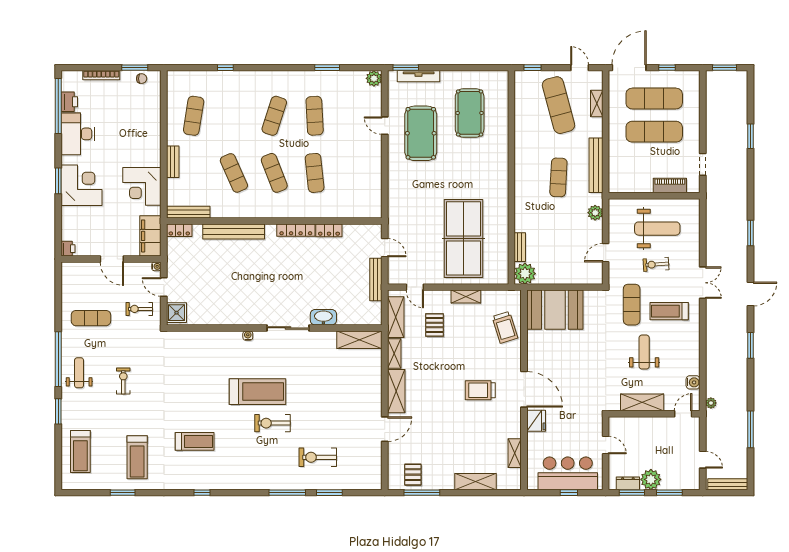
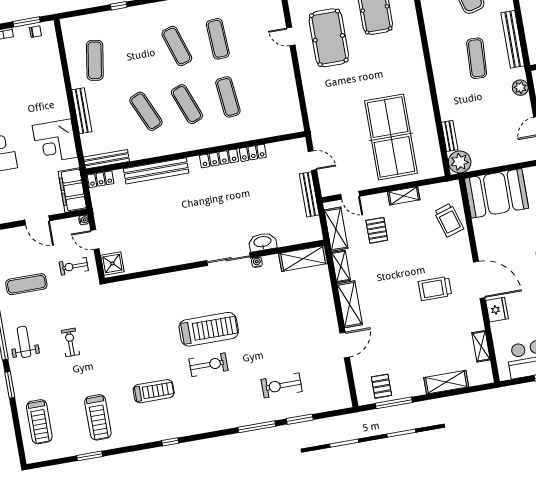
exercise mat: (274, 116) -> (177, 46), turned -36
bench: (173, 162) -> (82, 111), width x1.36
water cooler: (248, 336) -> (257, 262), moved
exercise bike: (272, 423) -> (209, 365), moved, turned 180

